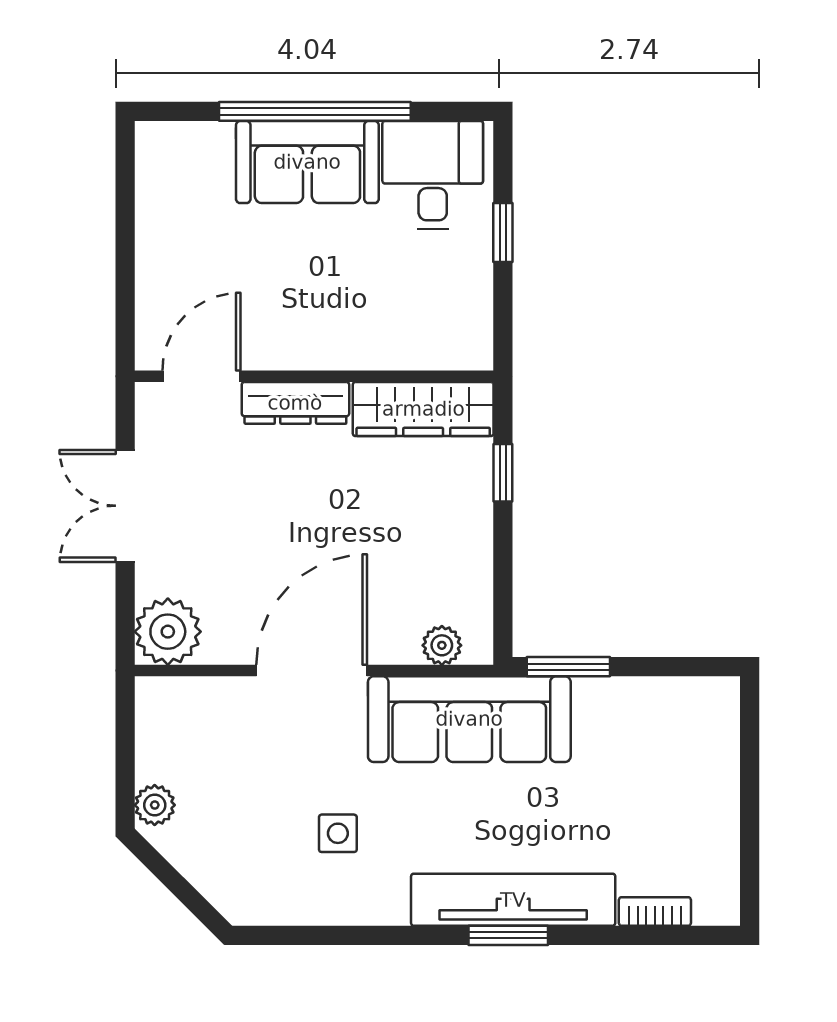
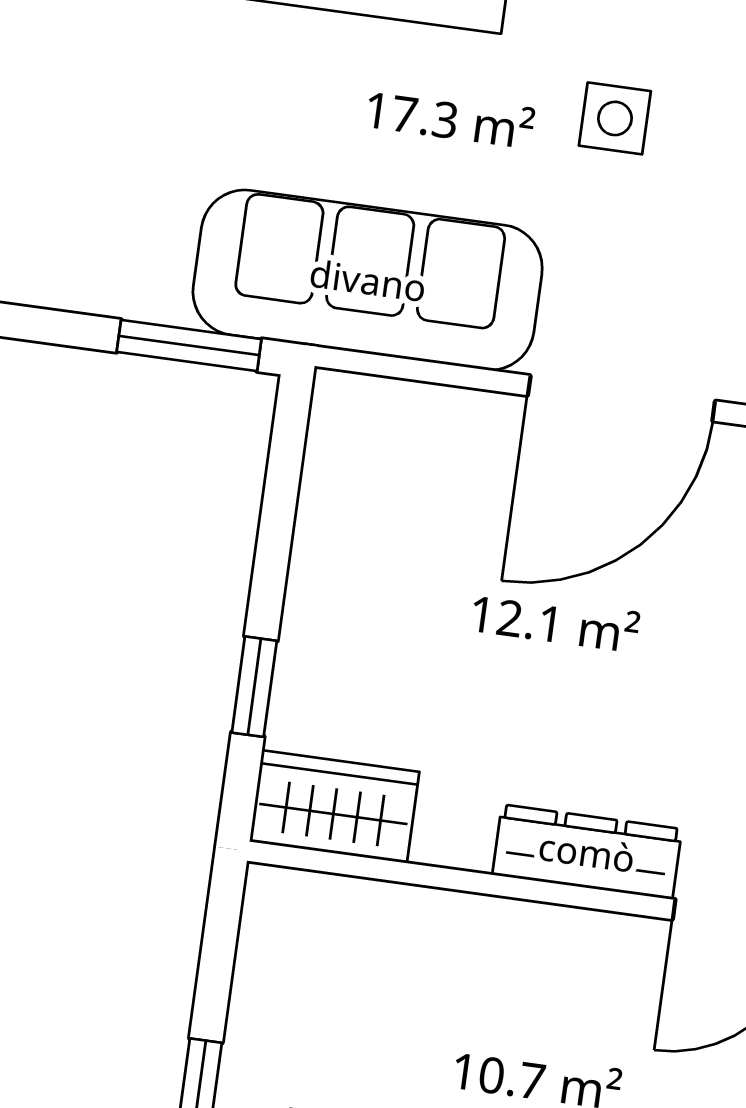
wardrobe: (423, 409) -> (334, 807), width x0.67
plant: (442, 645) -> (397, 411), removed

